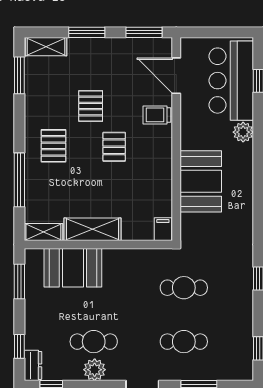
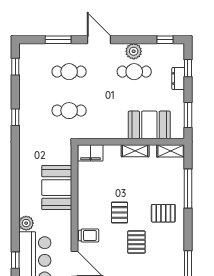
pallet: (53, 146) -> (163, 213), turned 90
shelving: (93, 229) -> (135, 151), width x0.67, depth x0.75
filing cabinet: (163, 229) -> (90, 153), width x2.00
dresser: (33, 365) -> (178, 78), moved

